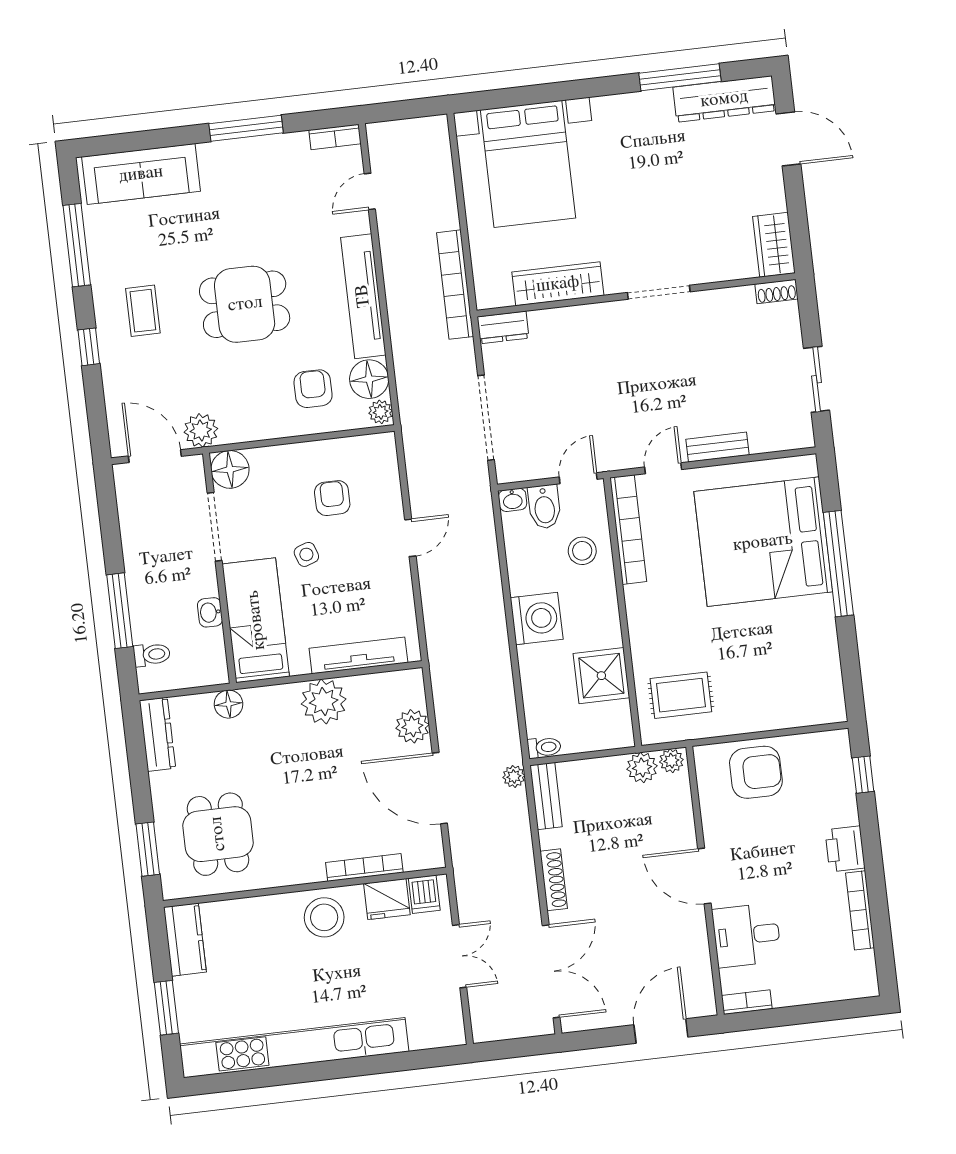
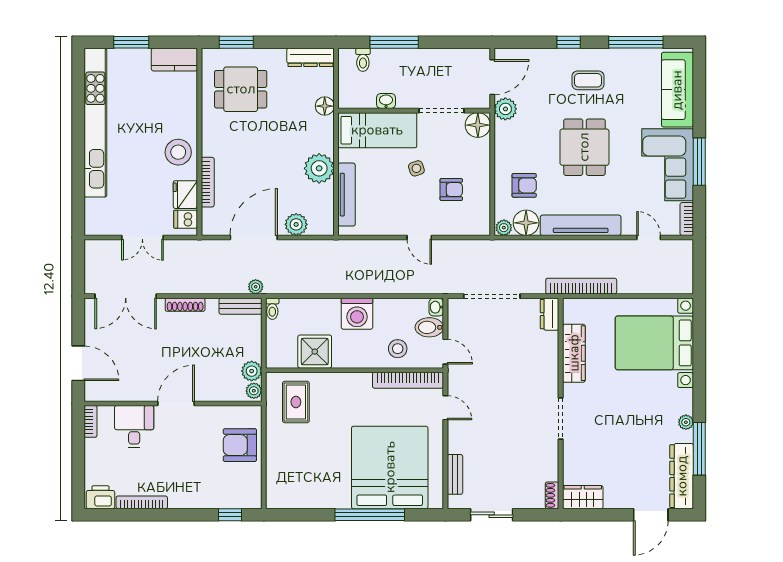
plant: (642, 102) -> (686, 422), added
corner sofa: (256, 176) -> (668, 165), added
bench: (717, 447) -> (455, 474), moved
armchair: (756, 772) -> (240, 445), turned 90
printer: (845, 849) -> (101, 497), moved

